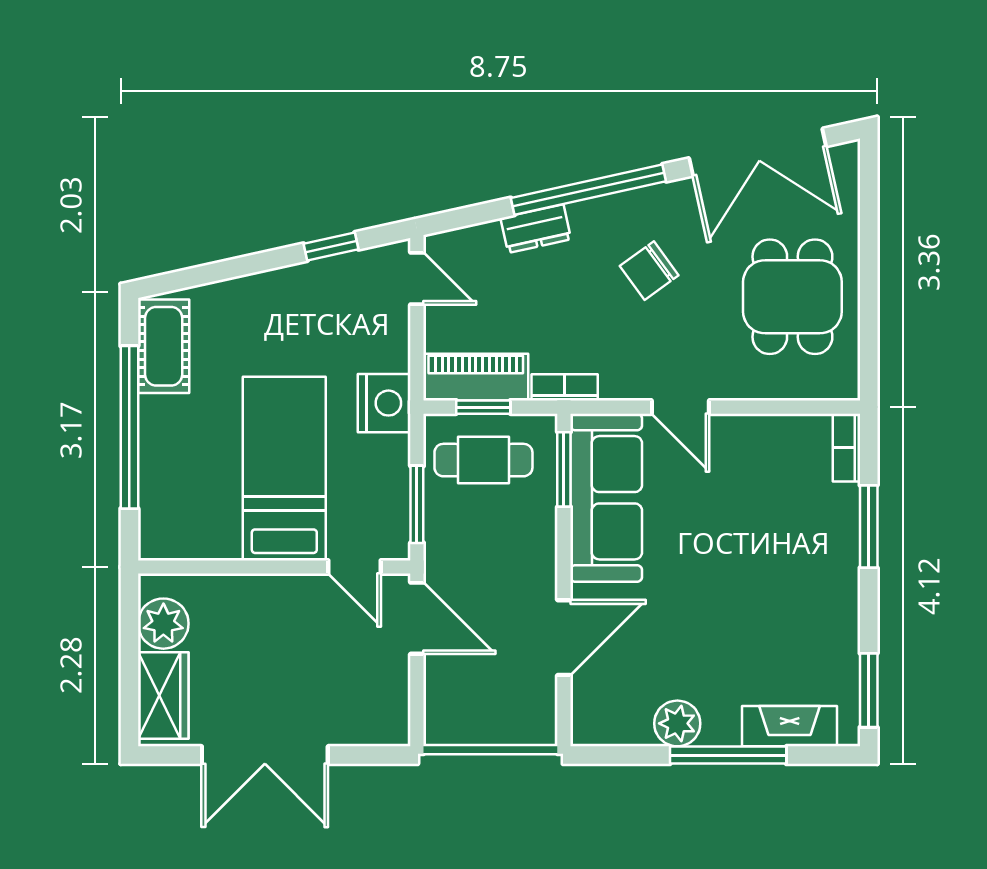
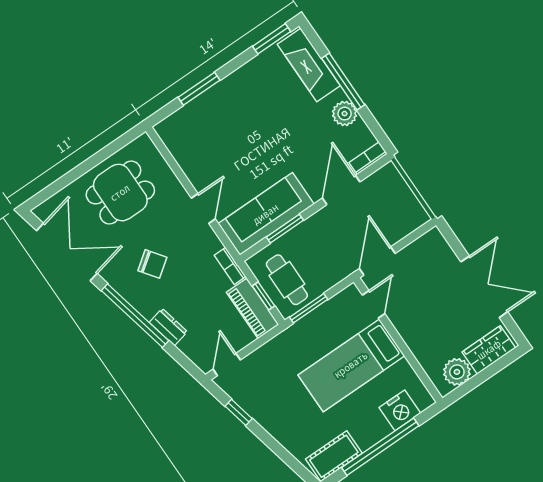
nightstand: (384, 403) -> (400, 410), moved, turned 180
bookcase: (846, 448) -> (368, 158), moved, turned 180
window: (564, 469) -> (285, 229), moved
window: (417, 504) -> (309, 308), moved
door: (564, 638) -> (341, 190), hinge flipped
fireplace: (790, 726) -> (309, 65), width x1.37, depth x1.32

